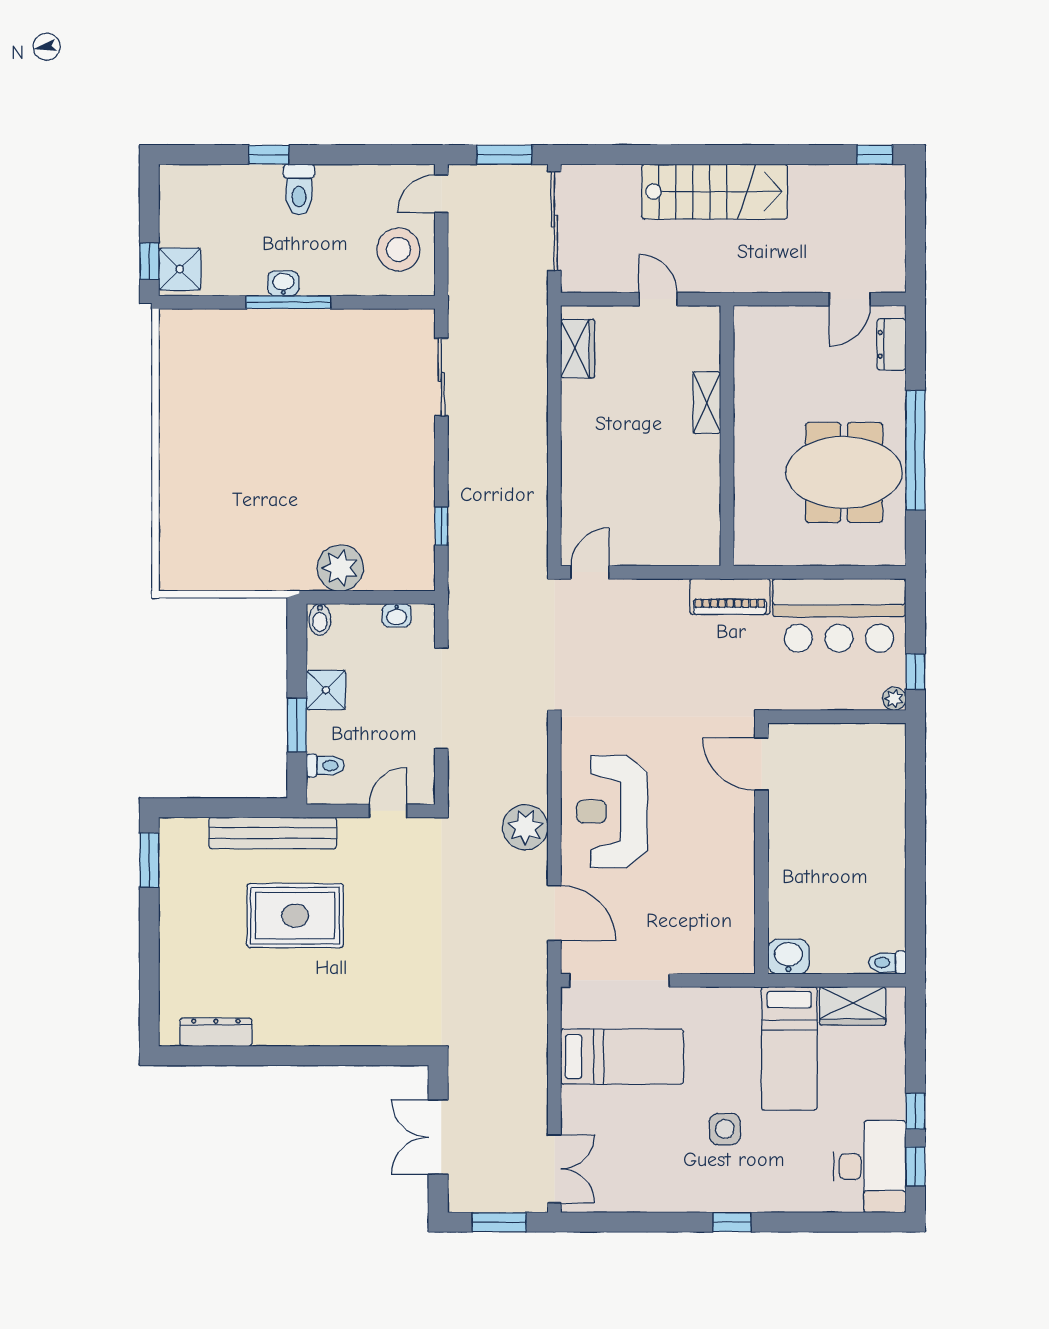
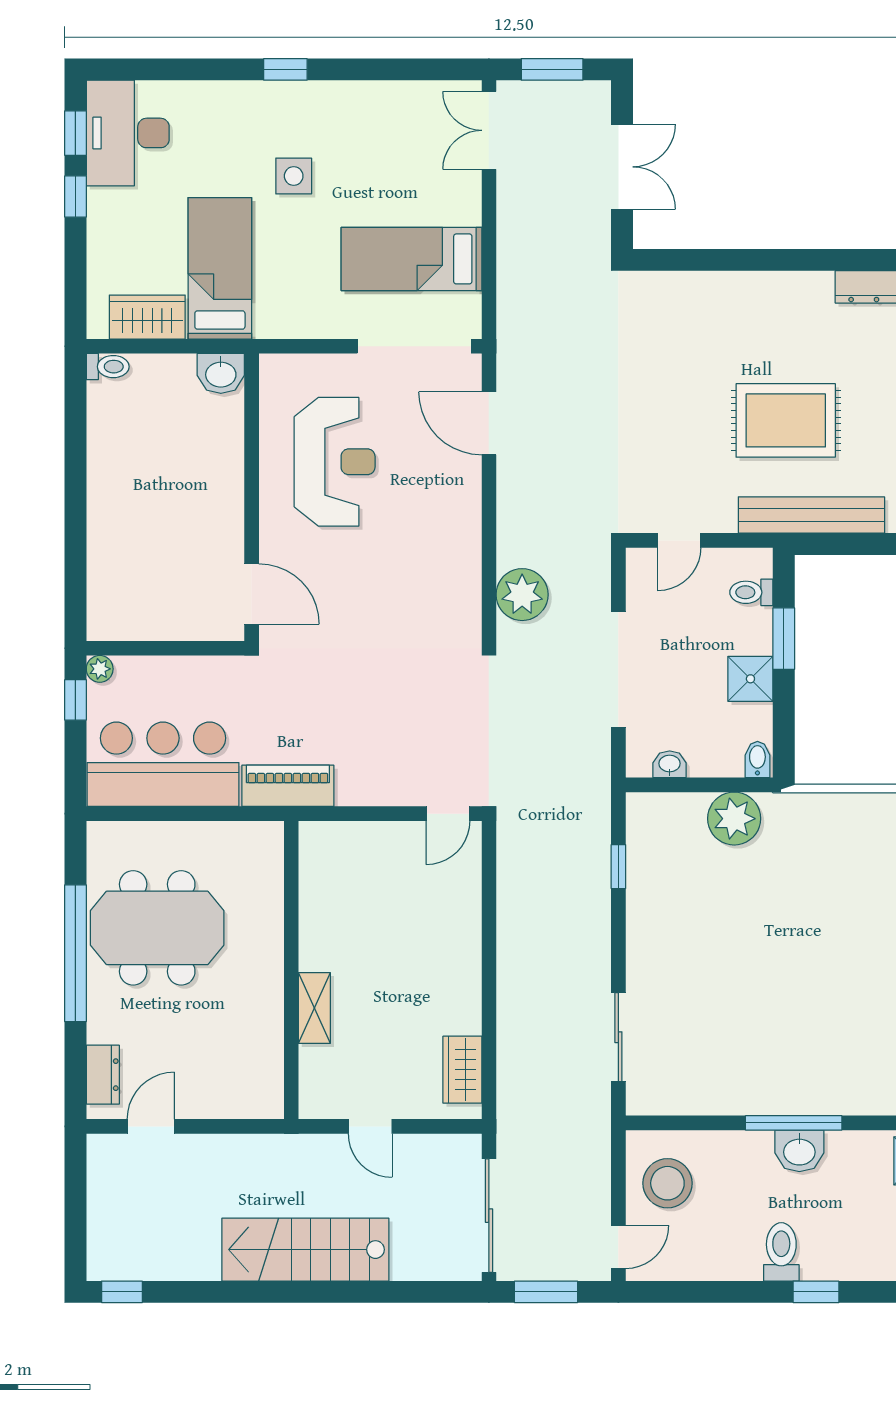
washbasin: (283, 283) -> (799, 1151), width x1.38, depth x1.45
reception desk: (612, 812) -> (335, 462), moved
plant: (525, 827) -> (522, 595), moved

